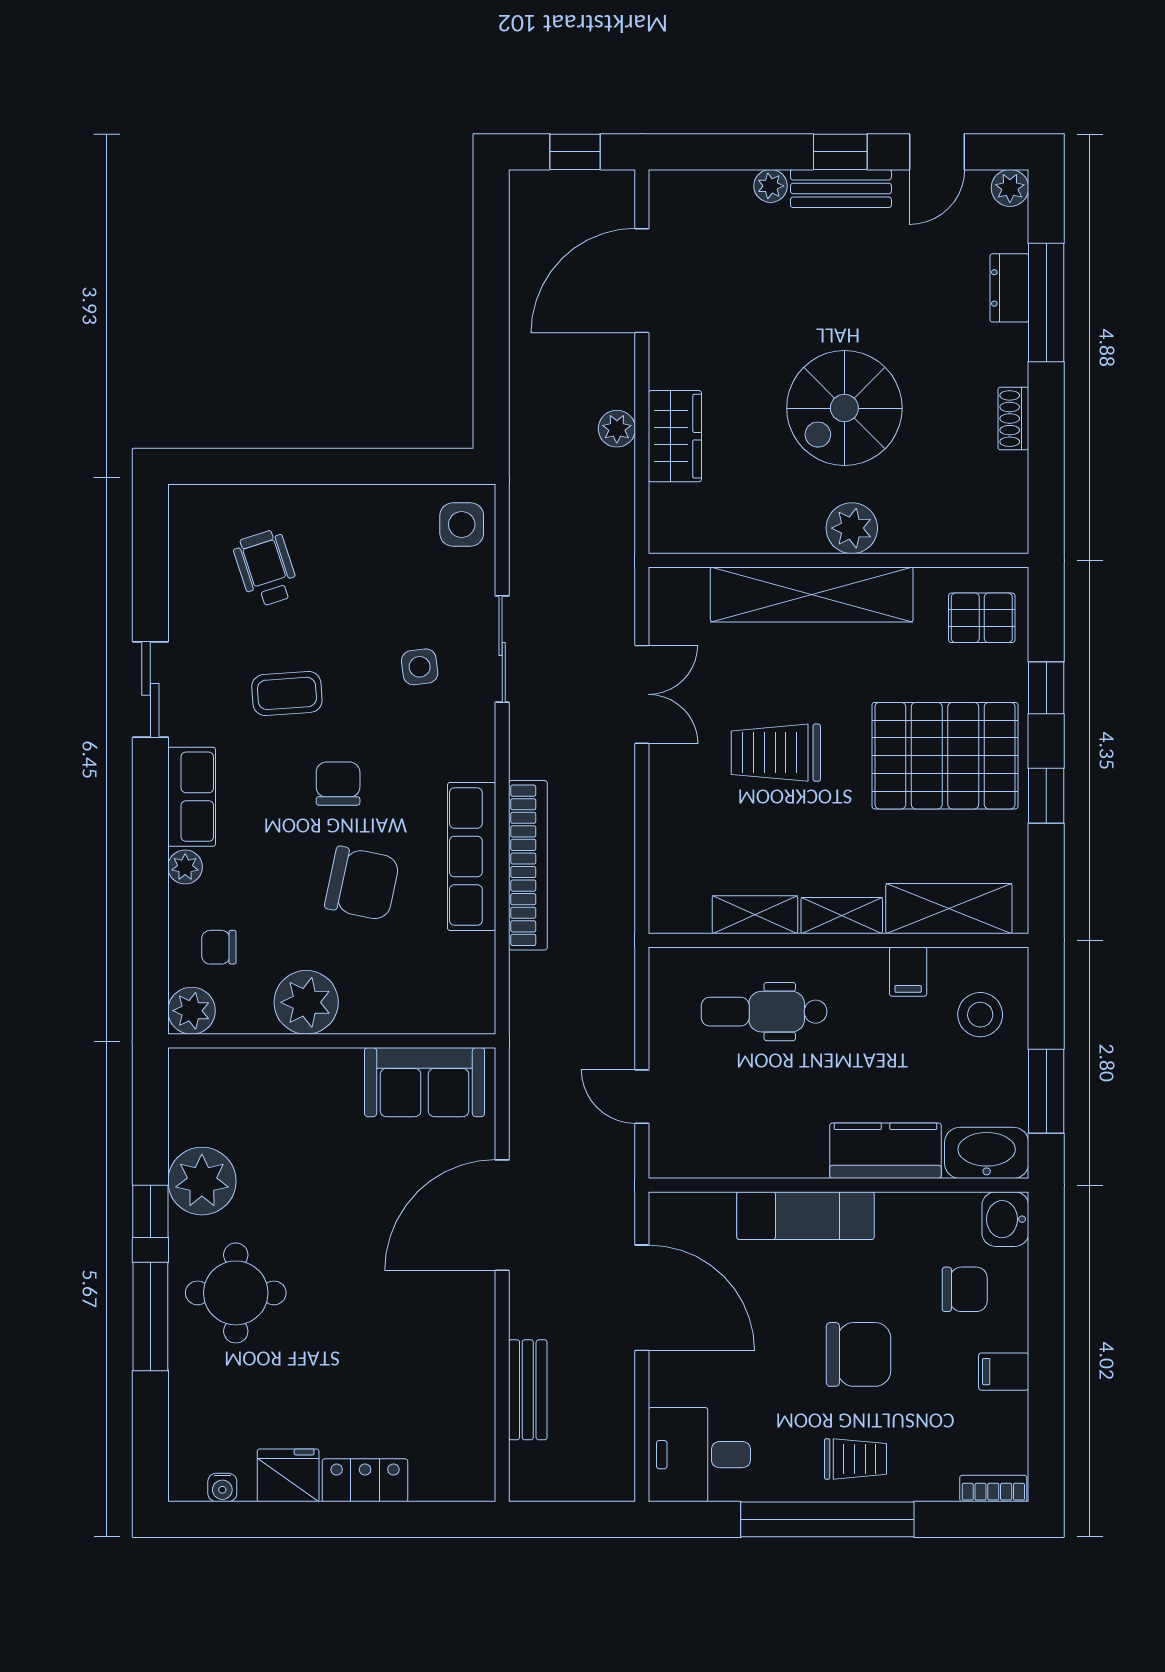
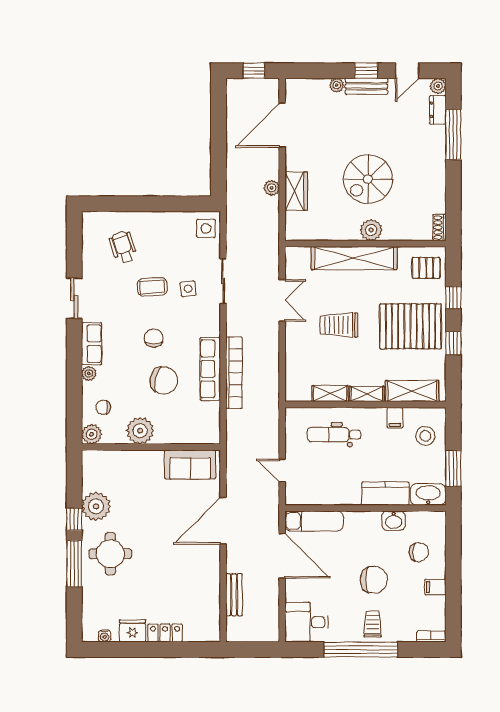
dresser: (1009, 288) -> (438, 110), moved
shoe rack: (1013, 419) -> (439, 228), moved
coffee table: (287, 693) -> (152, 287), moved
exam couch: (805, 1216) -> (314, 521), moved
washbasin: (1005, 1219) -> (394, 521), moved, turned -90
trolley: (856, 1459) -> (373, 624), turned -90

